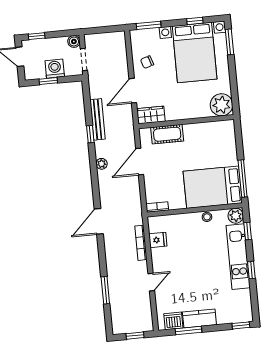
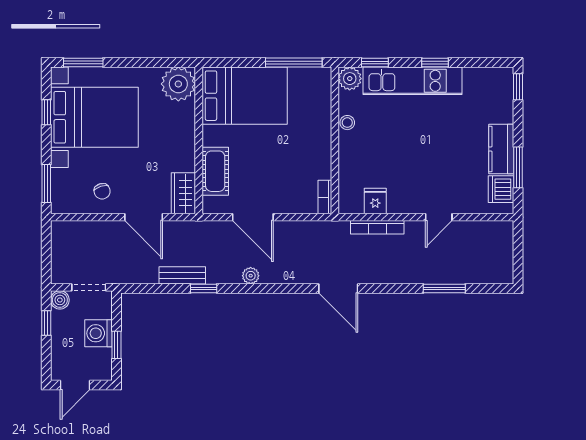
window: (37, 36) -> (46, 323), moved
bench: (98, 119) -> (182, 275), width x0.73
bed: (213, 187) -> (245, 96), moved, turned -90
door: (151, 282) -> (439, 217), swing flipped
window: (135, 336) -> (518, 250), removed

